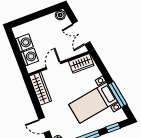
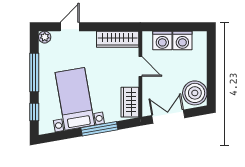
boiler: (60, 15) -> (195, 93), width x1.86, depth x1.86
window: (117, 94) -> (99, 129), moved

